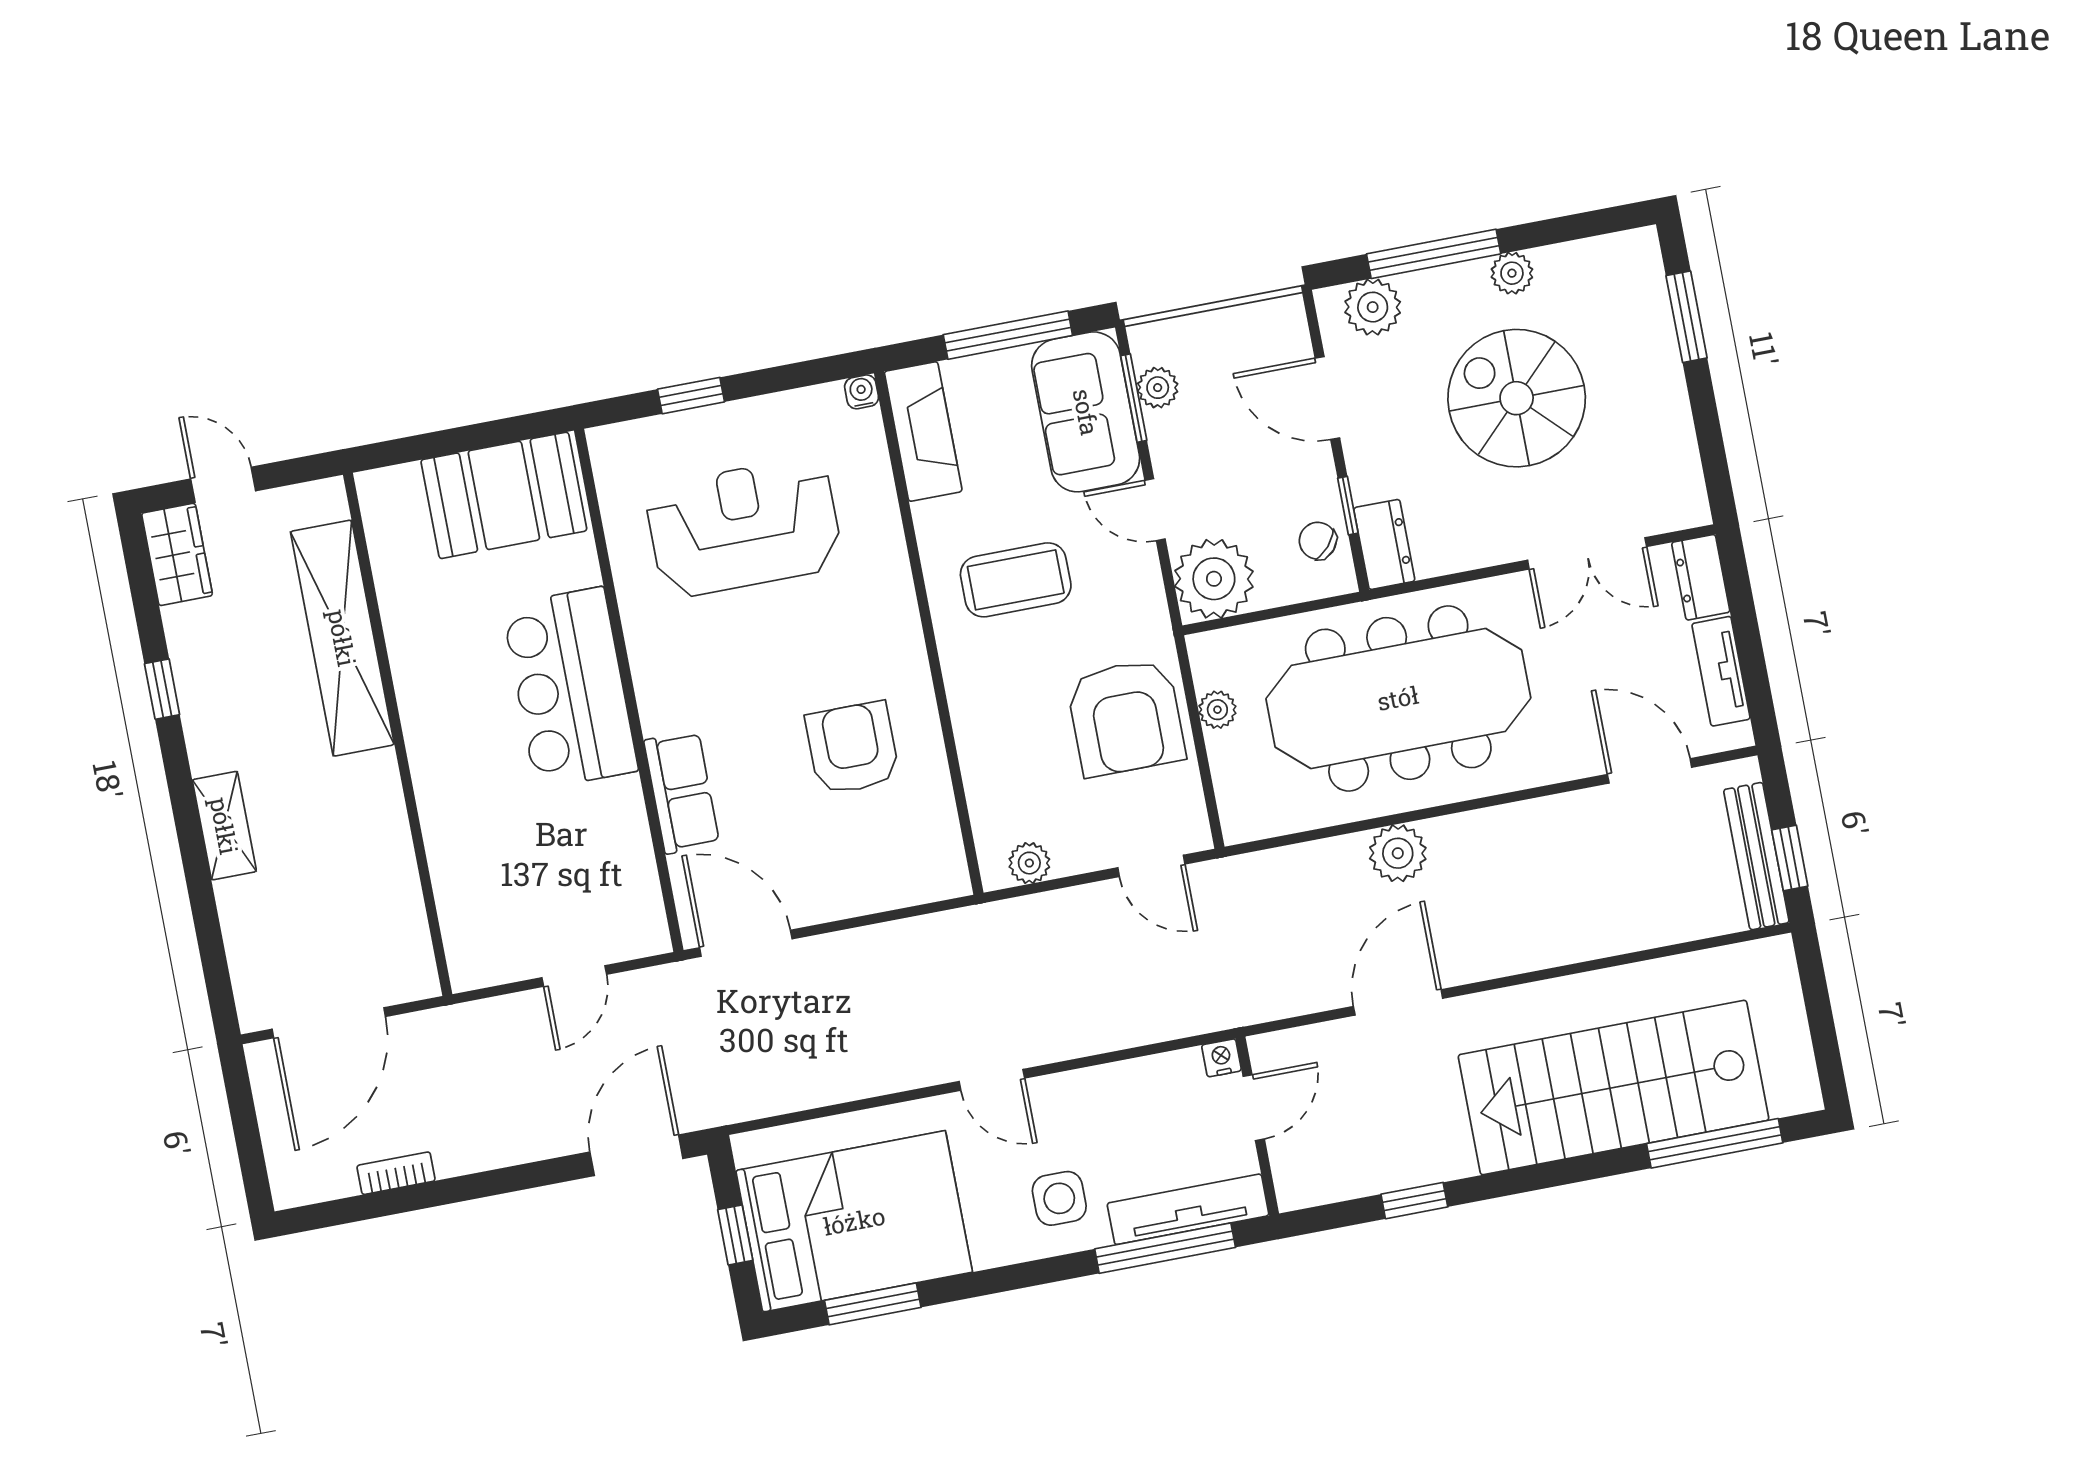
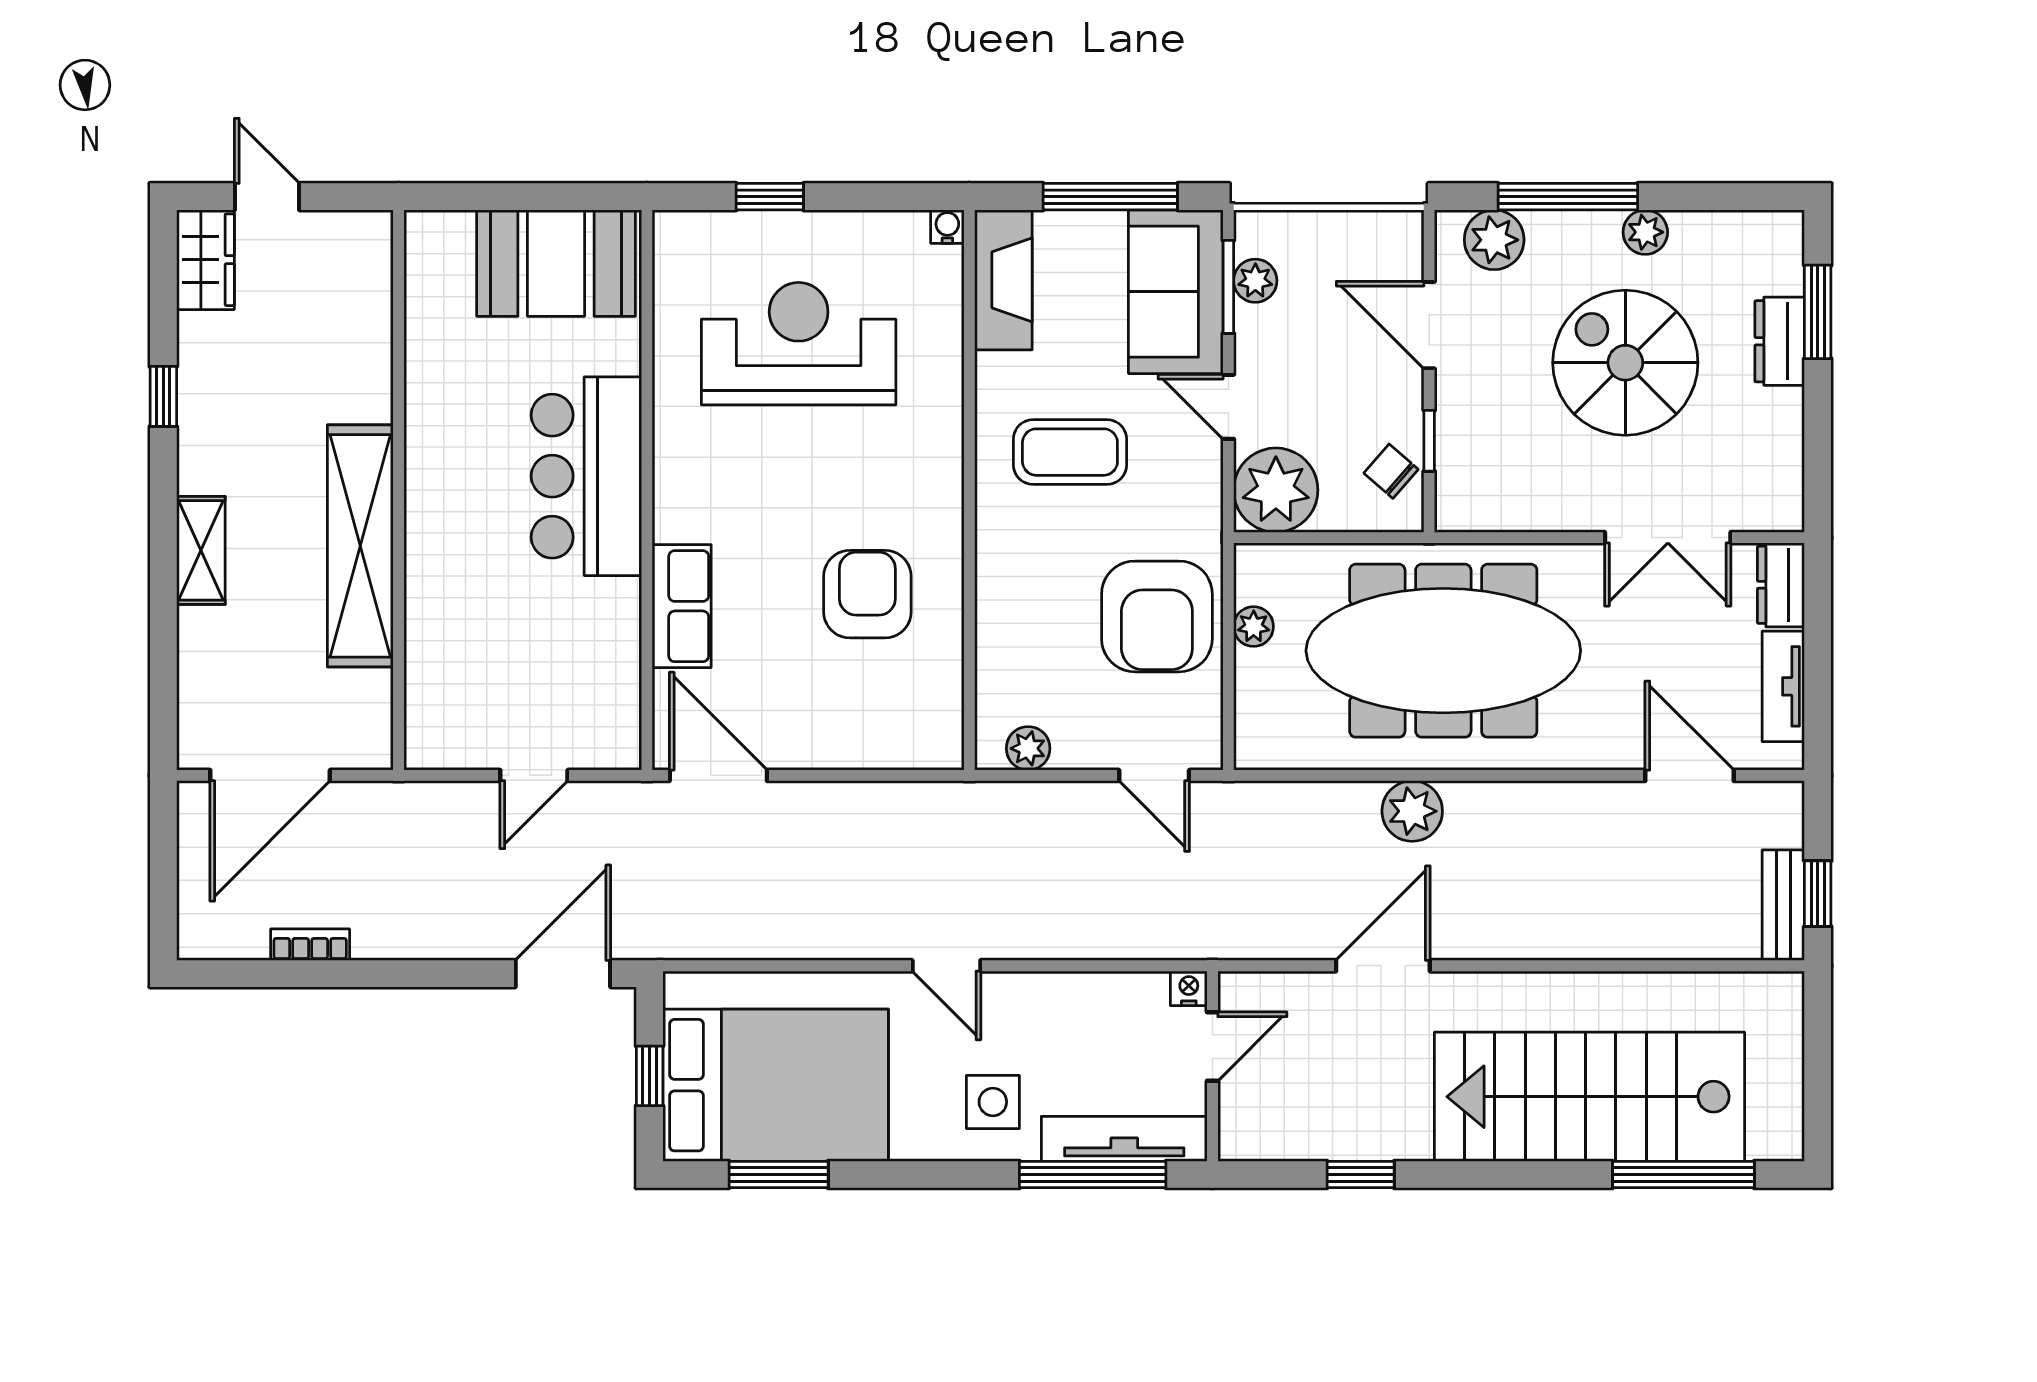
dresser: (1384, 544) -> (1780, 341), moved, turned 180
shelving: (342, 638) -> (360, 546), moved
bench: (1756, 856) -> (1783, 905), width x0.73

